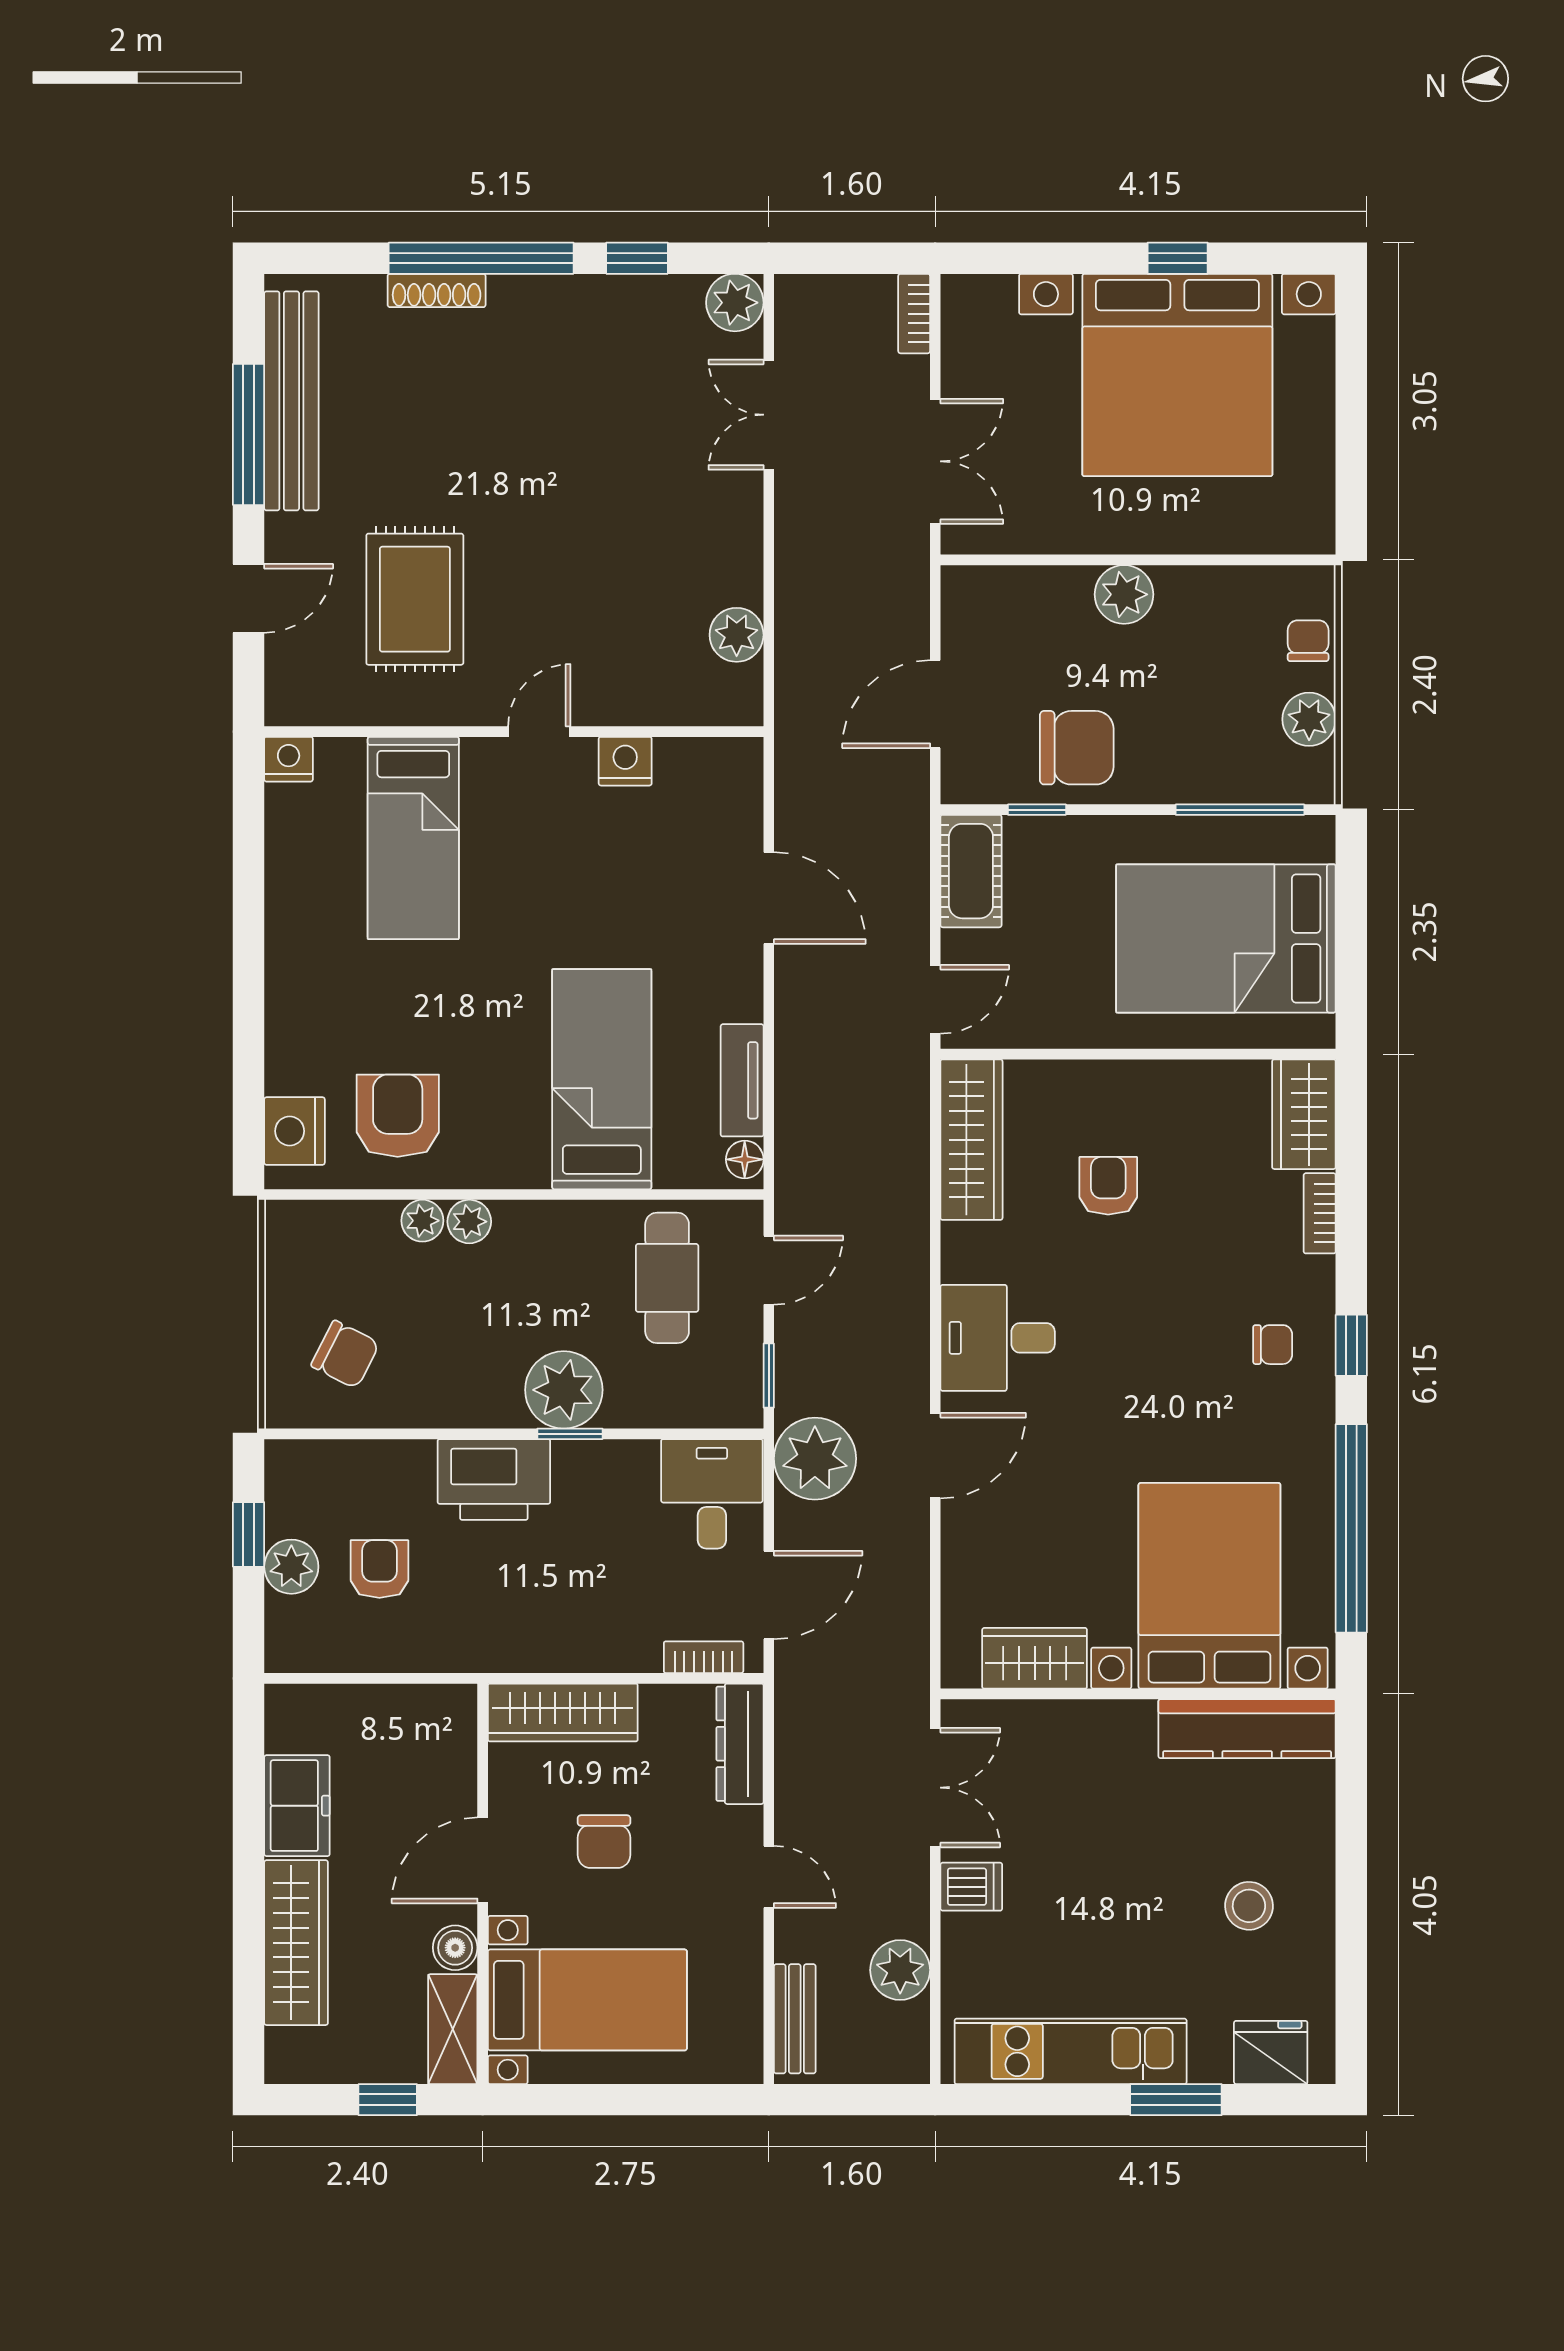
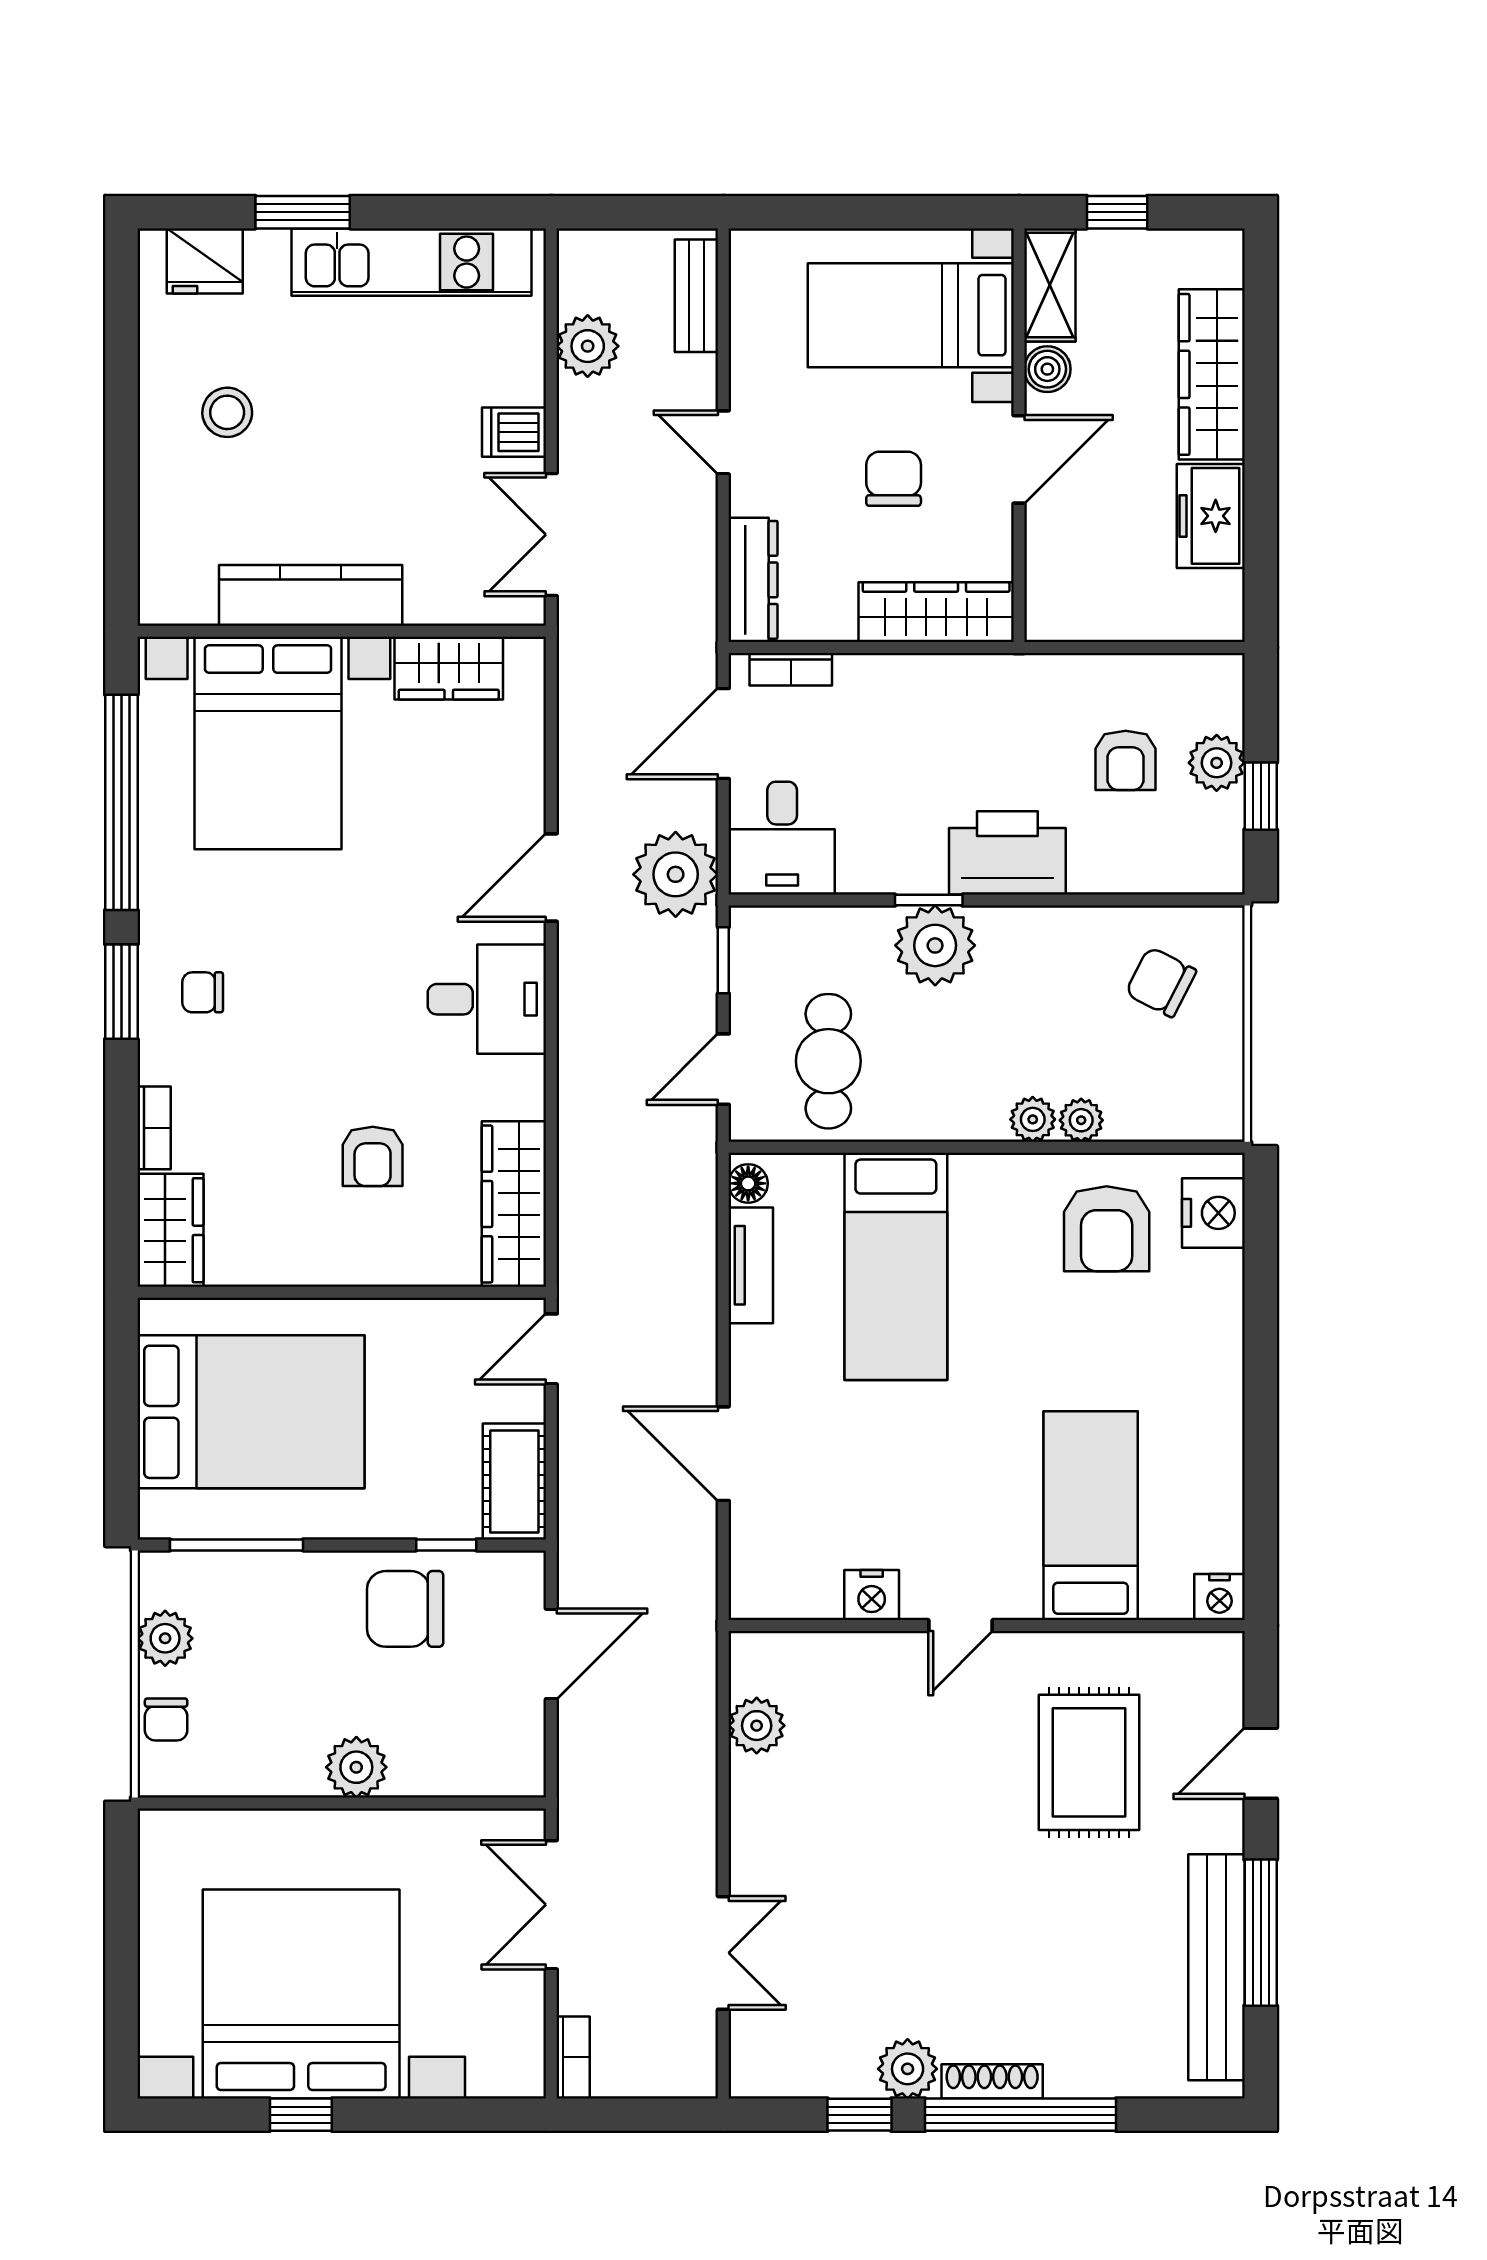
shoe rack: (437, 290) -> (992, 2081), moved
plant: (735, 303) -> (908, 2069), moved
window: (1351, 1345) -> (121, 992), width x1.50
kitchen counter: (1247, 1729) -> (311, 595), moved

